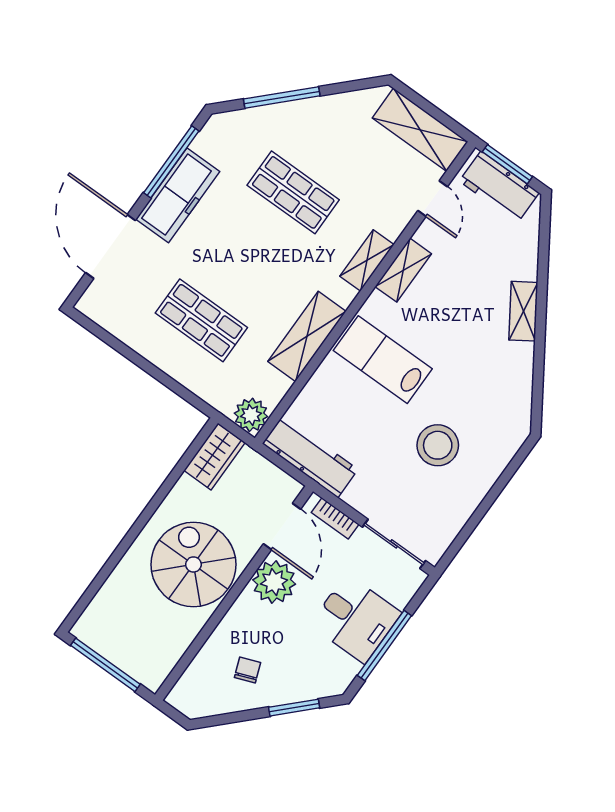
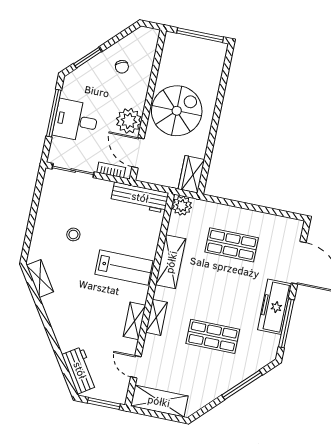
workbench: (499, 187) -> (80, 370), moved, turned 57
shelving: (523, 311) -> (40, 279), moved
stool: (438, 445) -> (73, 234), width x0.53, depth x0.53
spiral stairs: (193, 564) -> (177, 111), turned -90

